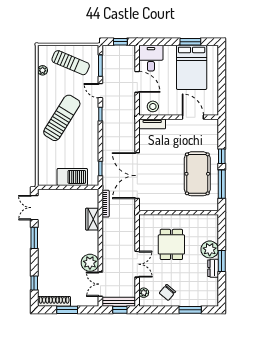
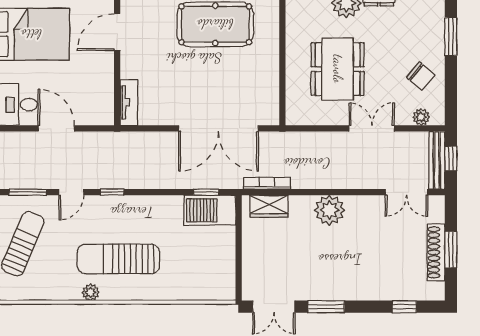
plant: (43, 70) -> (91, 292), moved
door: (137, 82) -> (56, 128), hinge flipped
stool: (153, 106) -> (99, 101), removed
sun lounger: (62, 118) -> (118, 259), turned -32
barbecue: (72, 177) -> (210, 210), moved, turned -90
wardrobe: (92, 219) -> (269, 206), moved
dining table: (171, 244) -> (338, 69), width x1.38
plant: (90, 263) -> (329, 210), moved
shoe rack: (54, 301) -> (436, 252), moved

